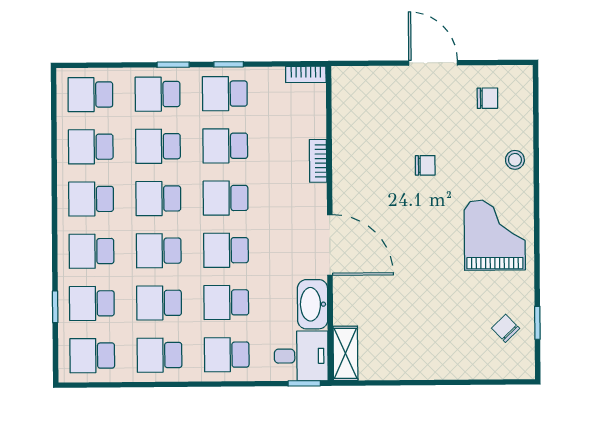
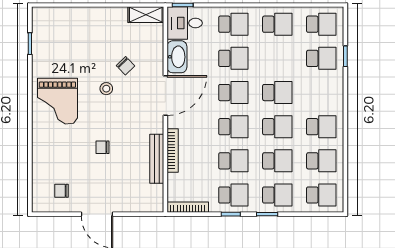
bookcase: (306, 74) -> (188, 207), width x1.56
bench: (342, 148) -> (157, 159), added
stool: (515, 160) -> (106, 89), moved
bookcase: (318, 161) -> (173, 151), width x1.56
door: (330, 245) -> (165, 95), swing flipped
school desk: (91, 251) -> (321, 93), removed
school desk: (159, 303) -> (277, 58), removed
chair: (506, 328) -> (125, 66), moved
shelving: (345, 353) -> (146, 15), moved, turned 90

